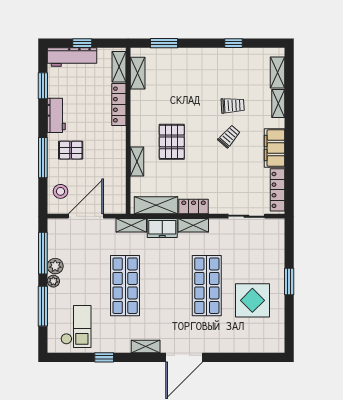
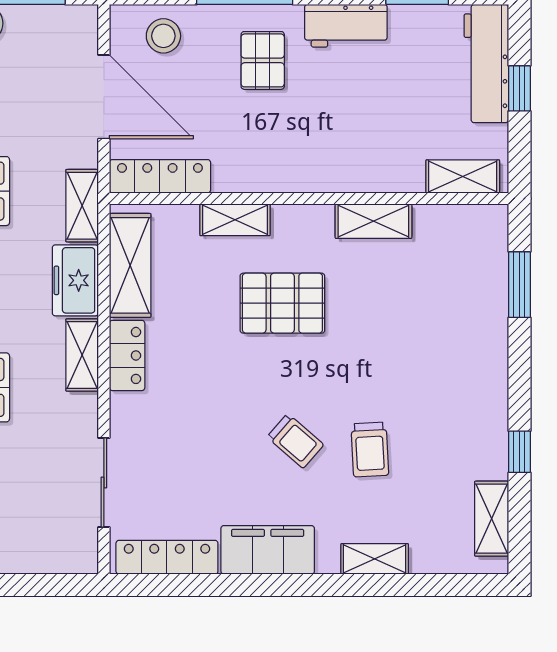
shelving: (138, 73) -> (373, 221), moved
shelving: (277, 73) -> (492, 519), moved, turned 90
locker: (119, 104) -> (160, 176), moved

